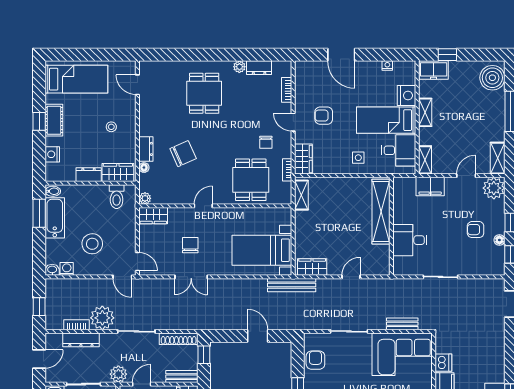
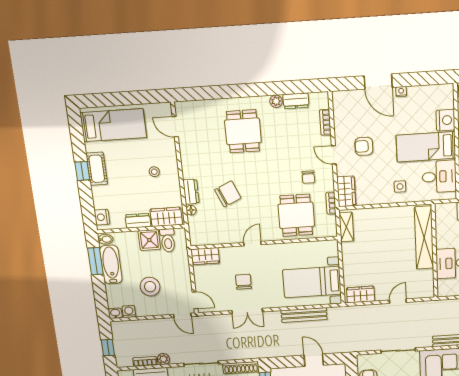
nightstand: (387, 66) -> (401, 92), moved
nightstand: (52, 154) -> (102, 217), moved
shower: (98, 195) -> (149, 240), added
plant: (145, 198) -> (195, 240), removed
bench: (292, 285) -> (304, 315), moved
plant: (102, 318) -> (163, 359), width x0.53, depth x0.53

